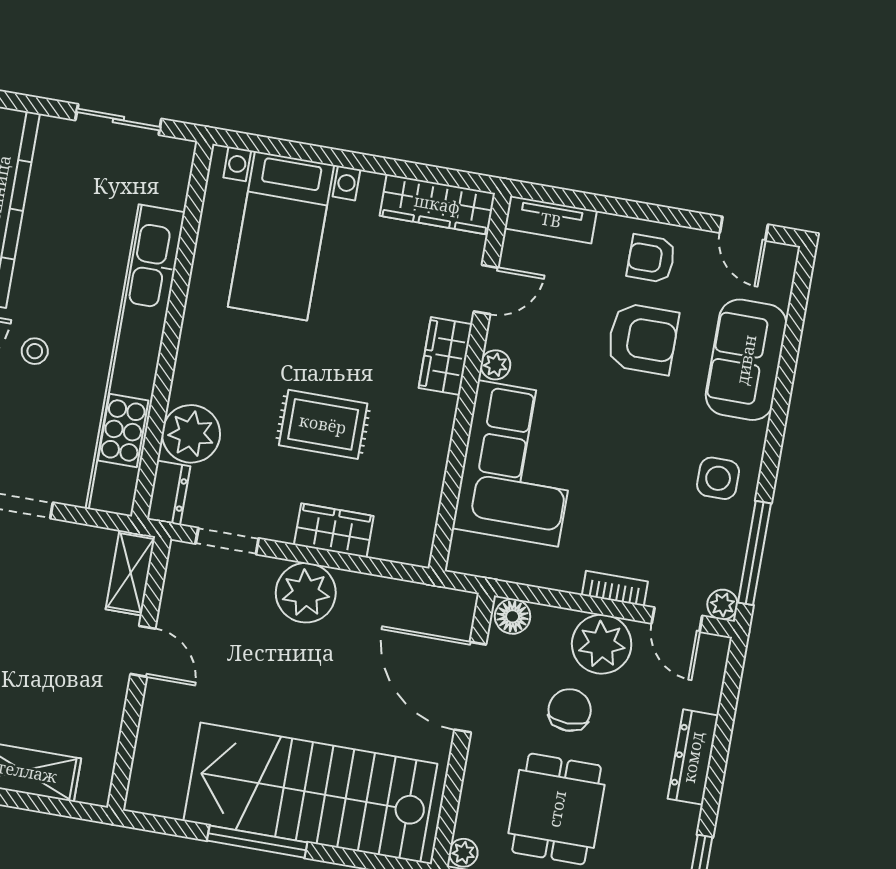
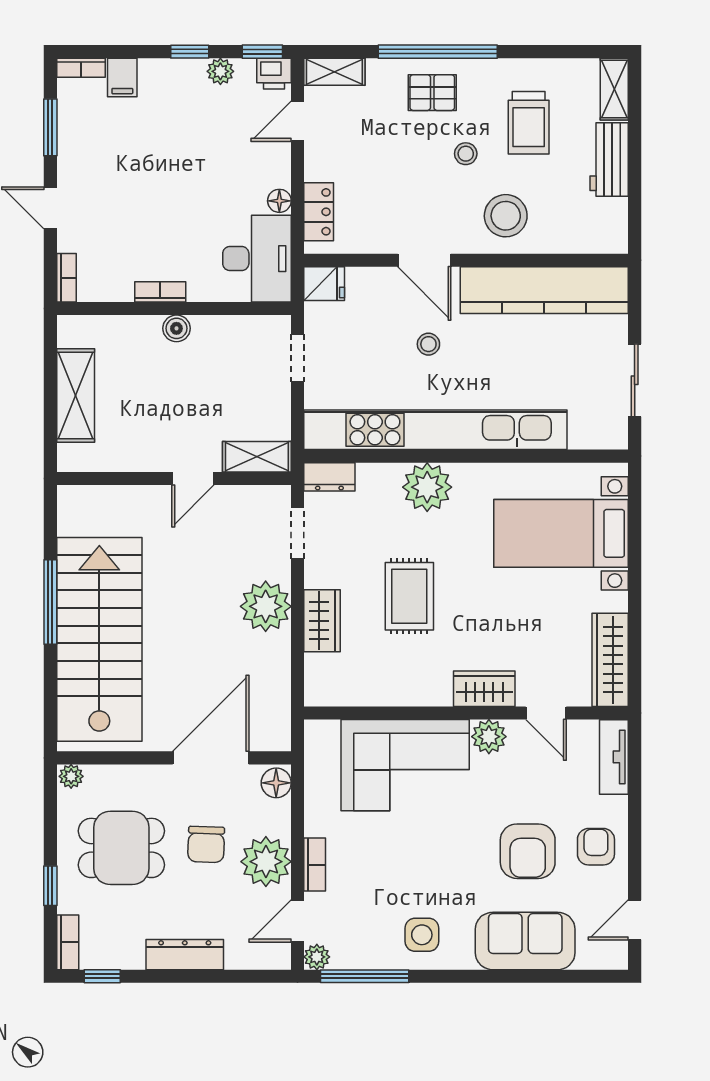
plant: (495, 365) -> (489, 737), width x1.38, depth x1.38
plant: (191, 434) -> (427, 487), moved
chair: (570, 710) -> (206, 844), turned 92

